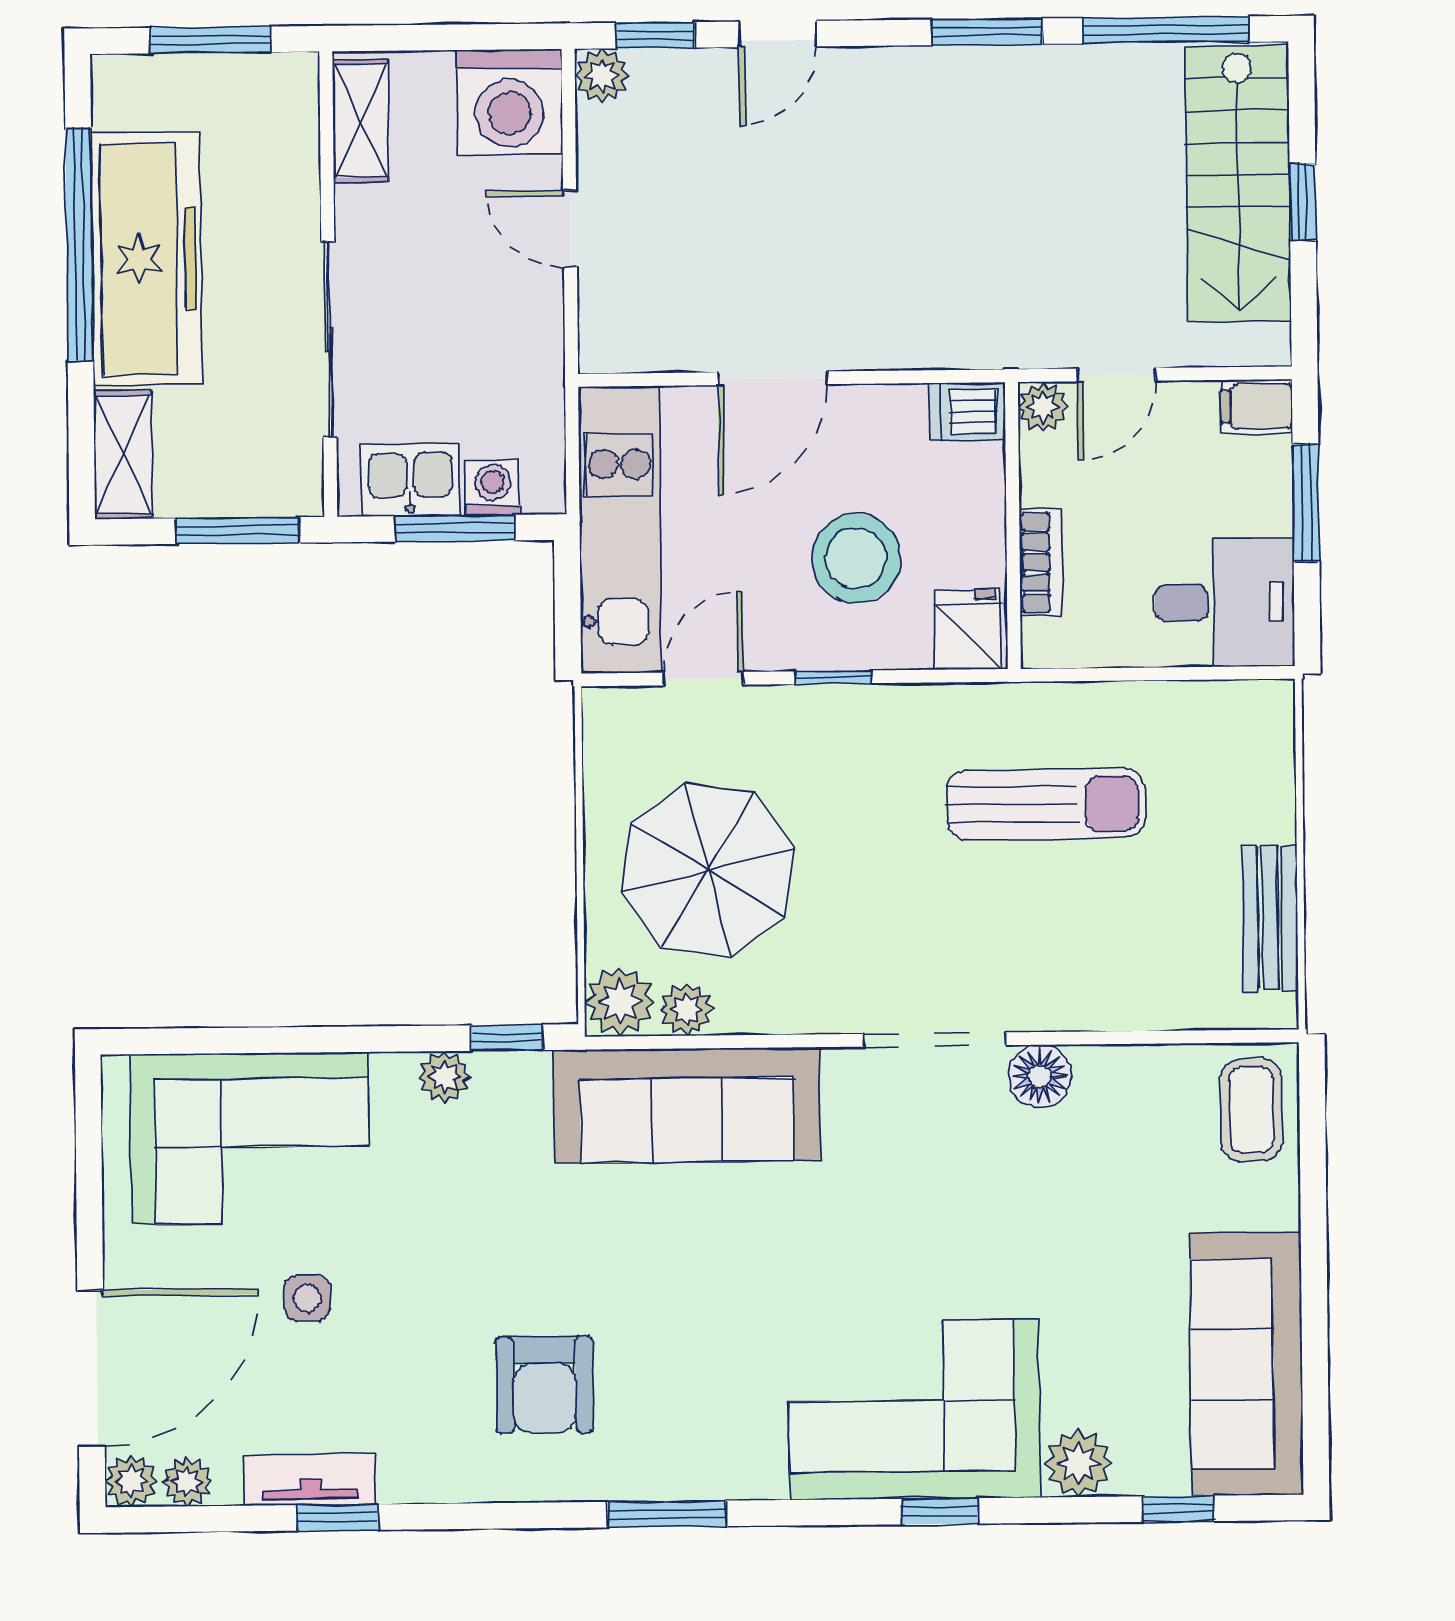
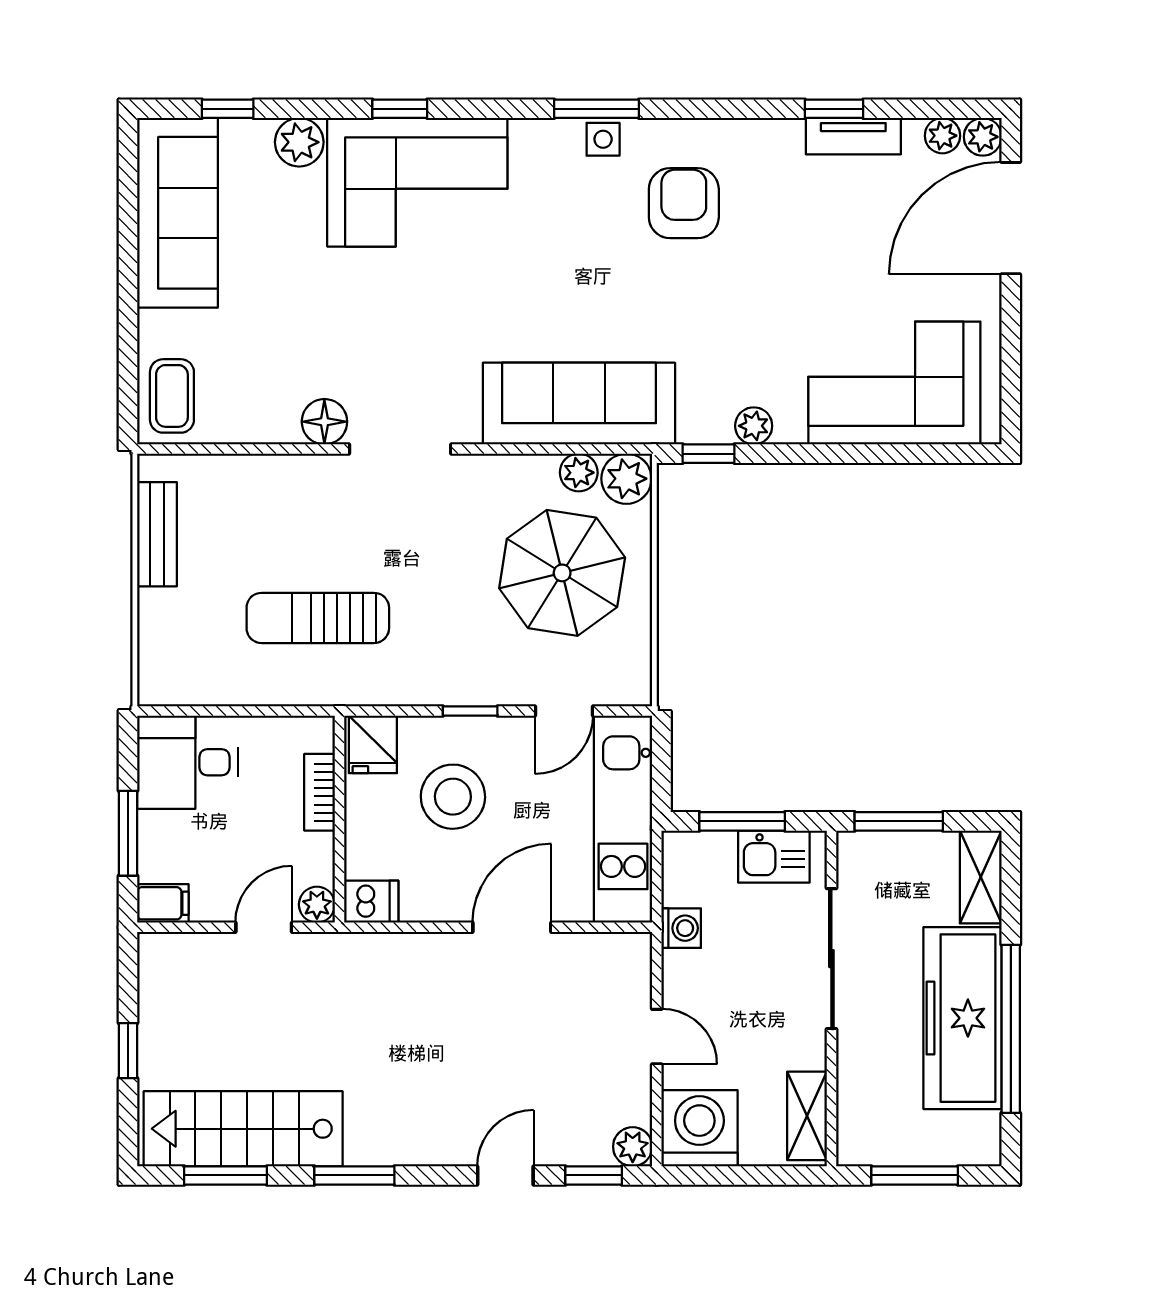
window: (1166, 30) -> (226, 1175), width x0.69
stairs: (1238, 184) -> (243, 1129), moved, turned -90
washing machine: (492, 488) -> (681, 928), moved, turned -90
side table: (307, 1298) -> (603, 139), moved

